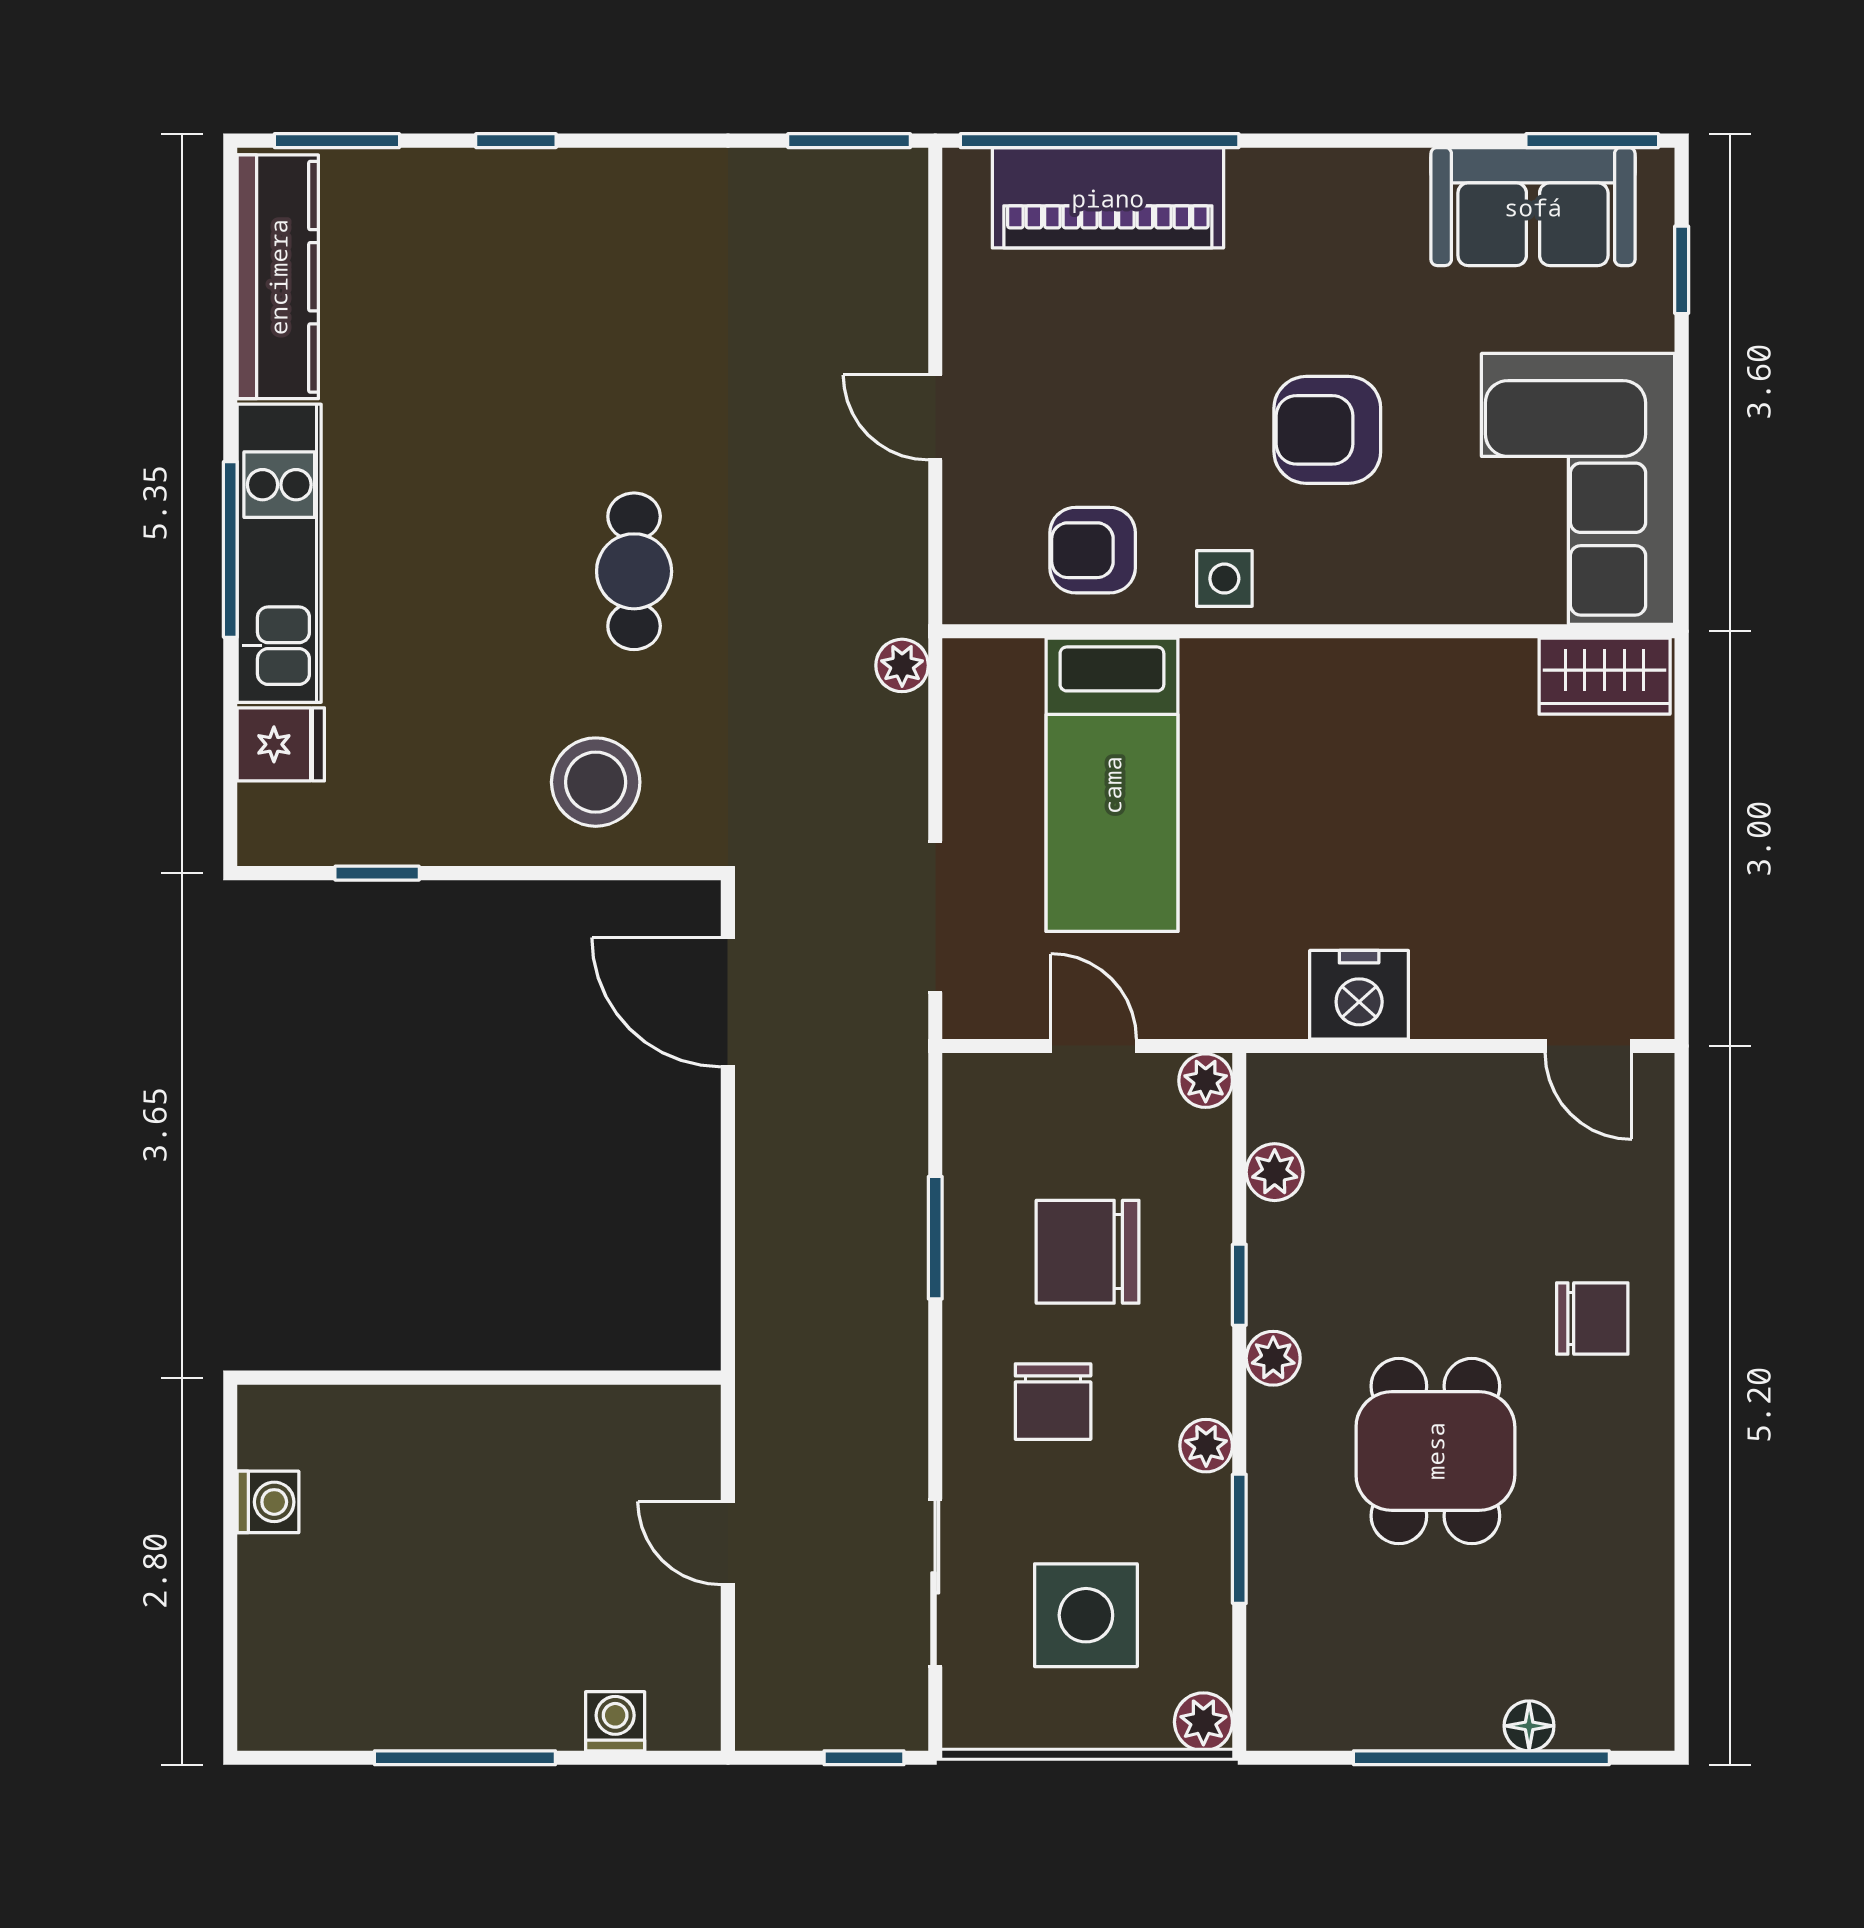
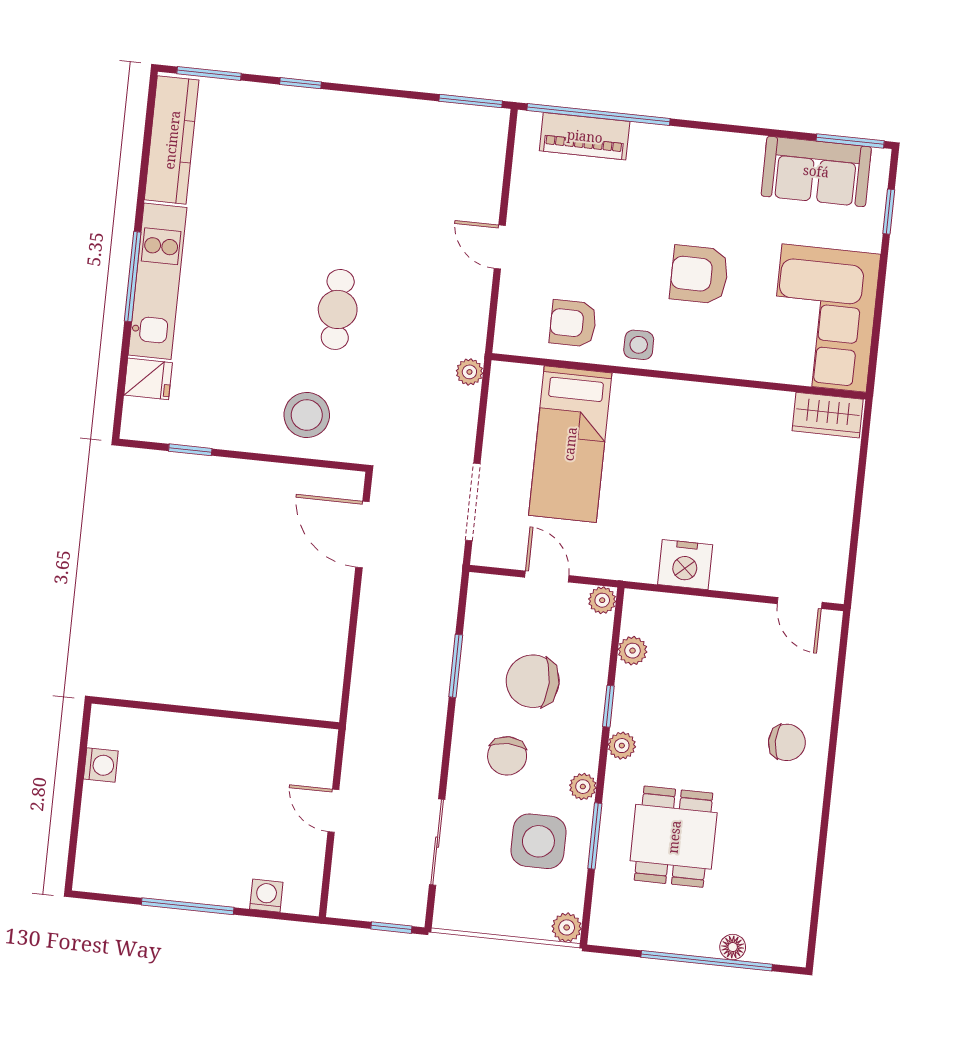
piano: (1108, 198) -> (585, 136), width x0.73, depth x0.75
dining table: (1435, 1451) -> (674, 837), moved
side table: (1086, 1615) -> (538, 841), moved

